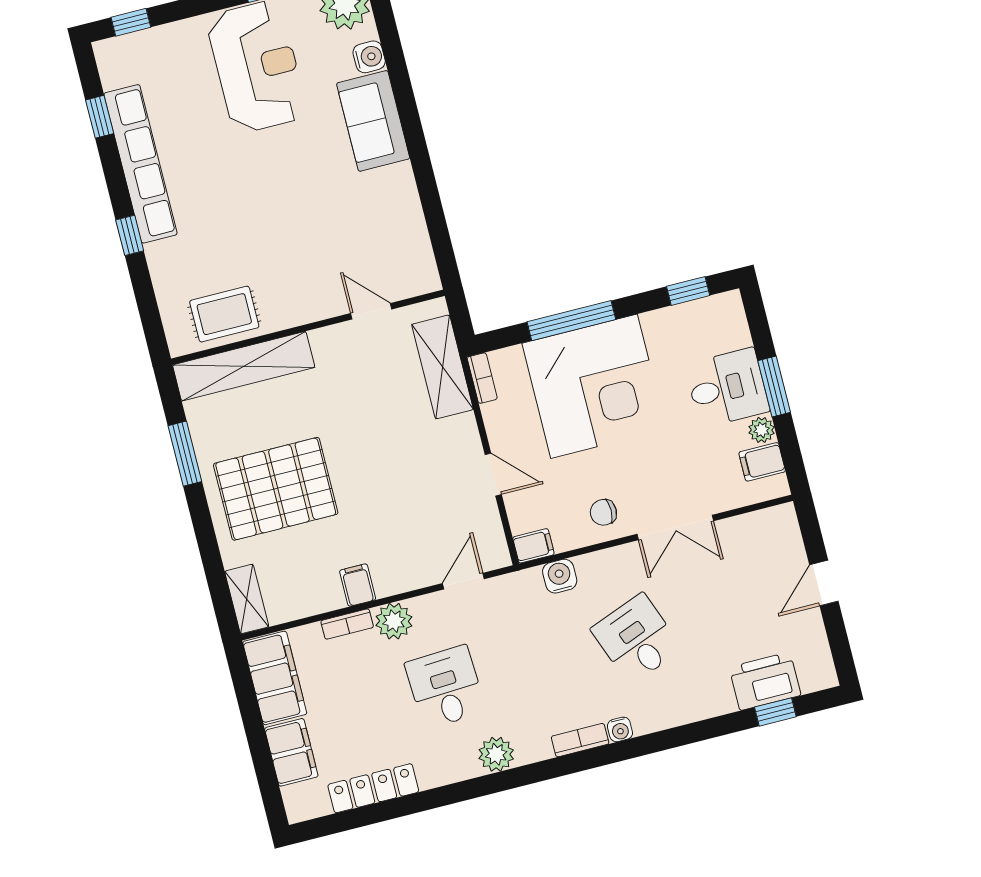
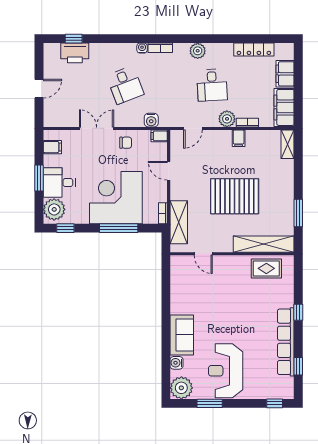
plant: (762, 430) -> (54, 209), moved, width x1.88, depth x1.88
pallet: (276, 489) -> (235, 196), moved

